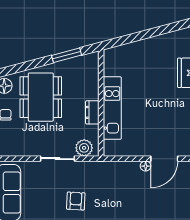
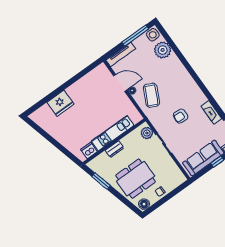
dishwasher: (112, 67) -> (89, 151), added
dresser: (92, 112) -> (114, 149), moved
coffee table: (124, 184) -> (151, 95), added

